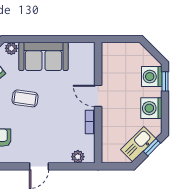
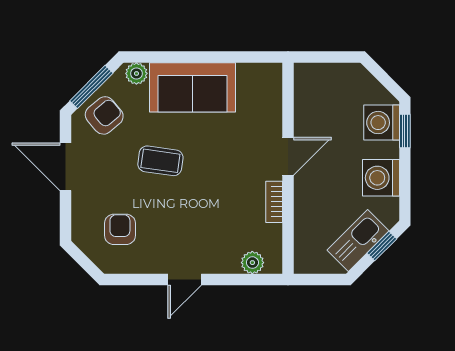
door: (98, 96) -> (288, 156), swing flipped

